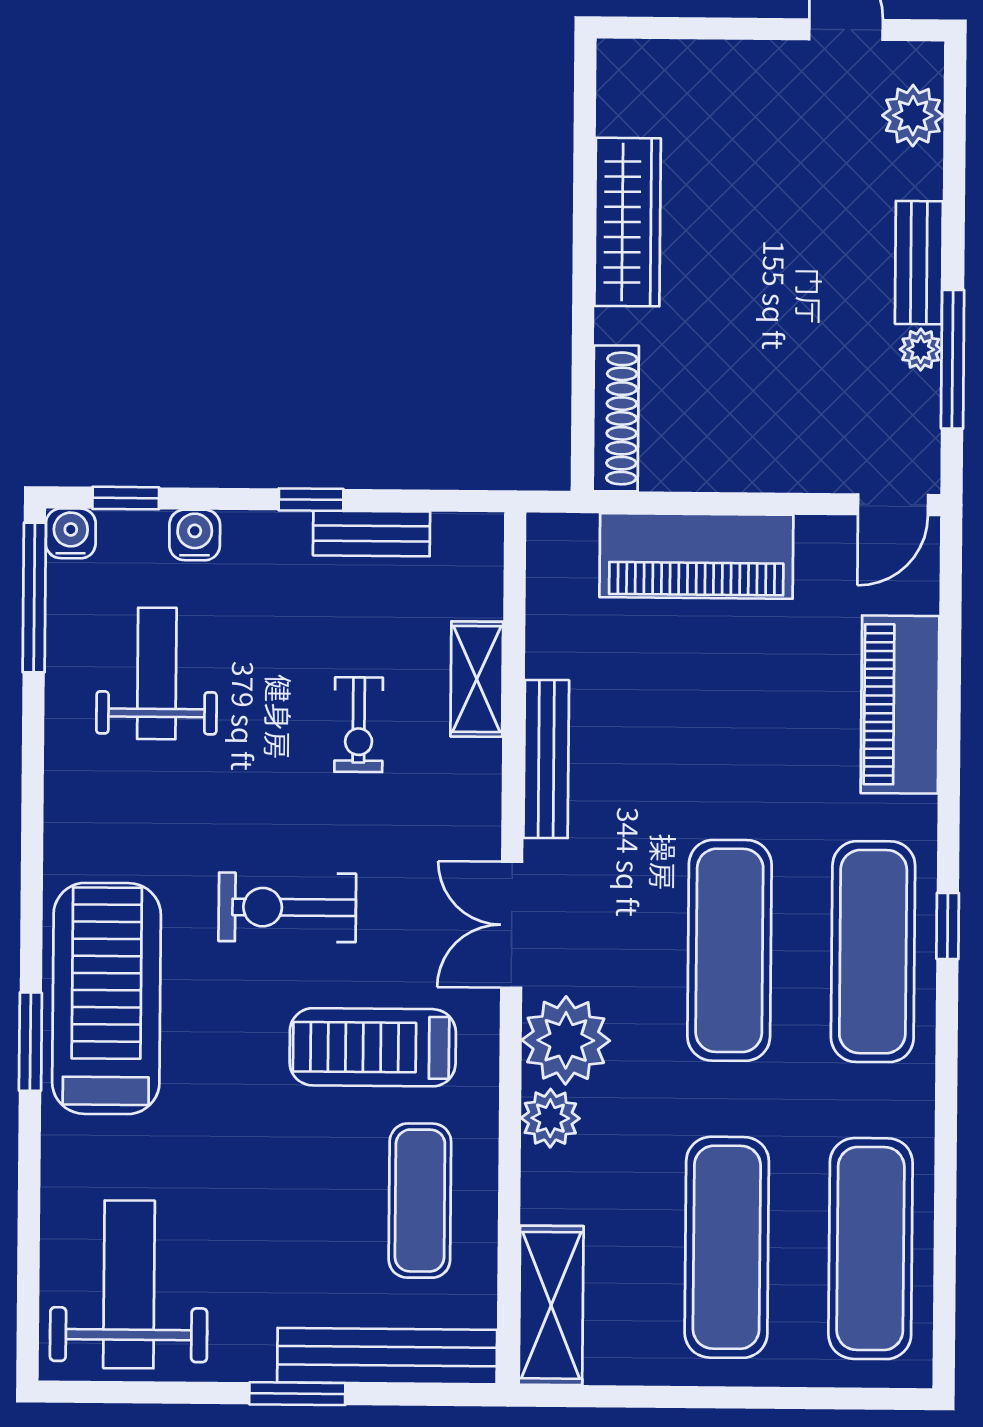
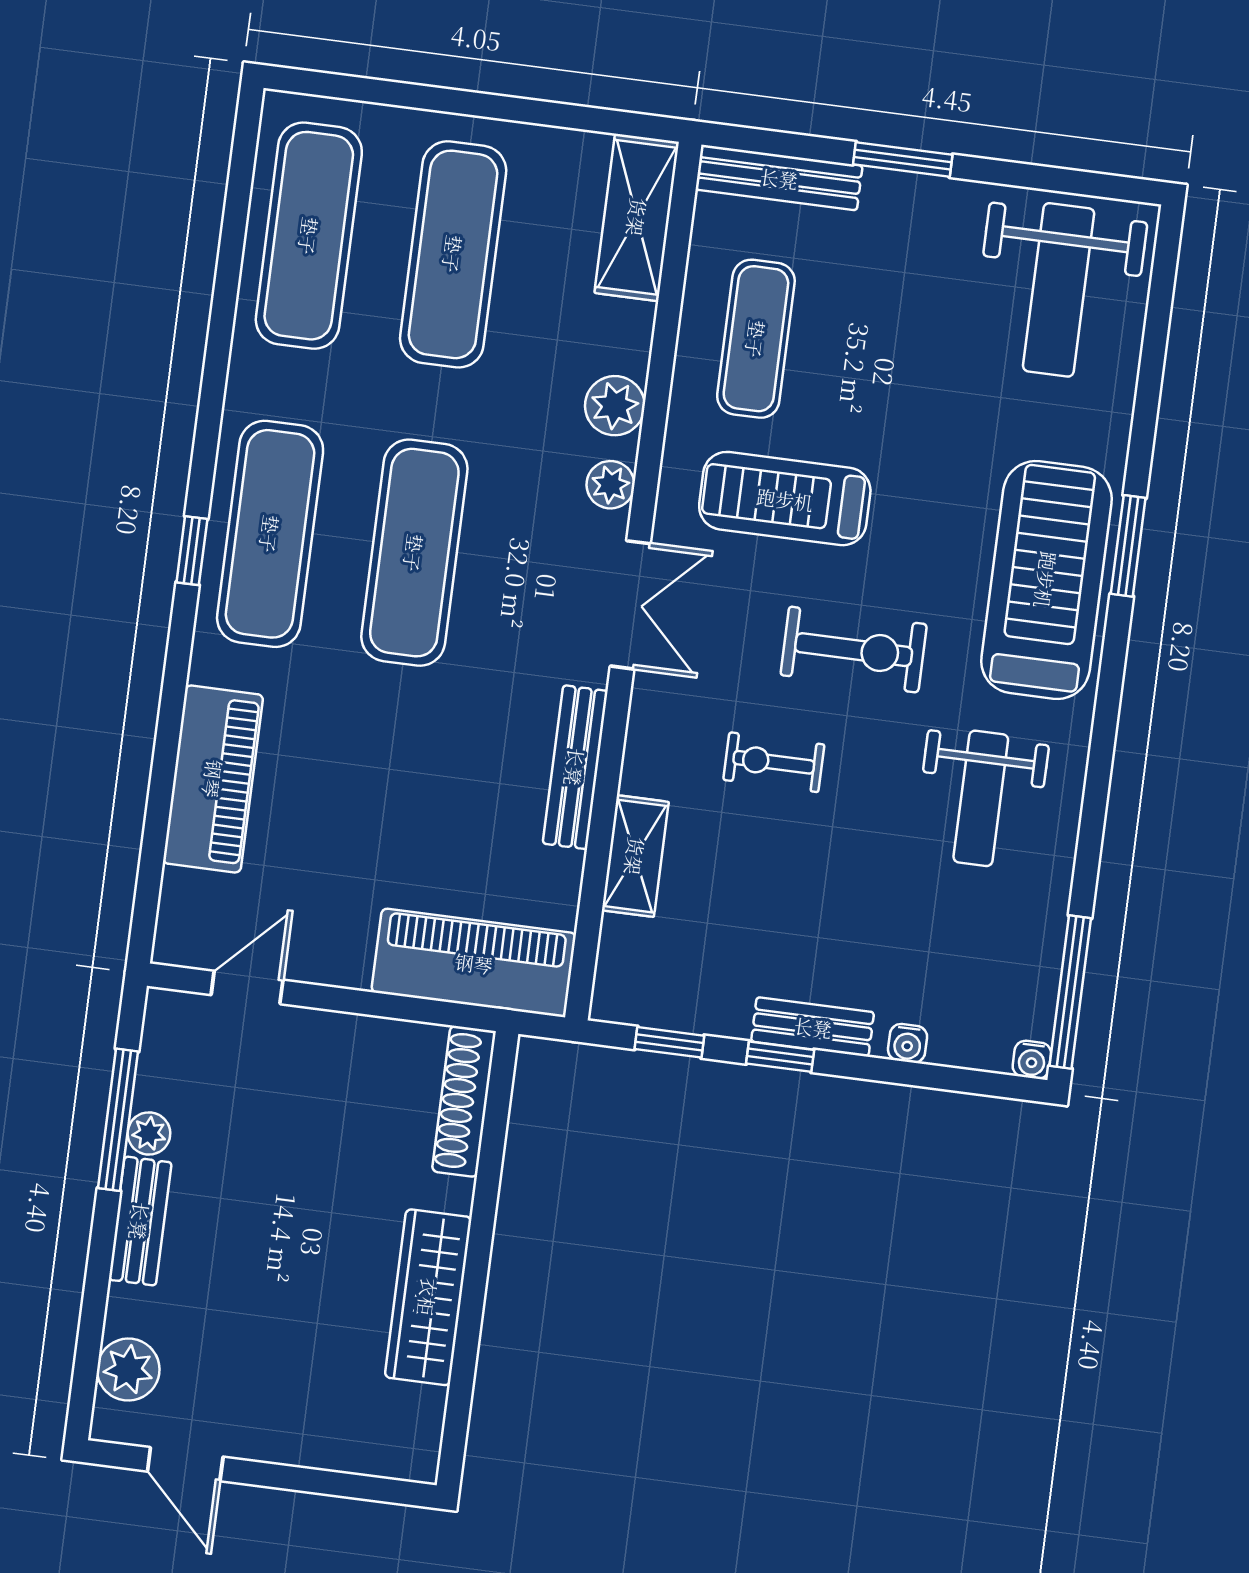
window: (126, 498) -> (669, 1042), moved
door: (893, 505) -> (247, 987), moved
water cooler: (71, 533) -> (1032, 1060), width x0.72, depth x0.72
bench: (372, 533) -> (813, 1027), moved
water cooler: (195, 535) -> (908, 1043), width x0.72, depth x0.72
piano: (696, 556) -> (474, 963), moved
weight bench: (157, 673) -> (981, 798), moved
exercise bike: (359, 725) -> (774, 762), moved, turned -90
treadmill: (106, 998) -> (1046, 580), turned 180
plant: (566, 1040) -> (610, 485), width x0.53, depth x0.53
treadmill: (373, 1047) -> (785, 499), turned 180
bench: (387, 1356) -> (779, 178), width x0.73, depth x0.82

